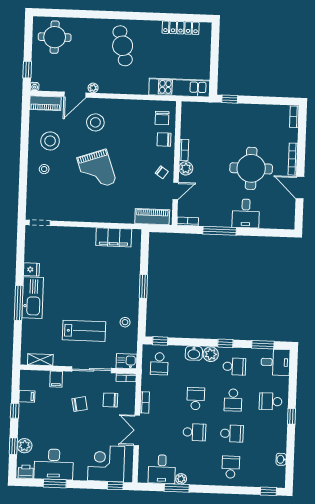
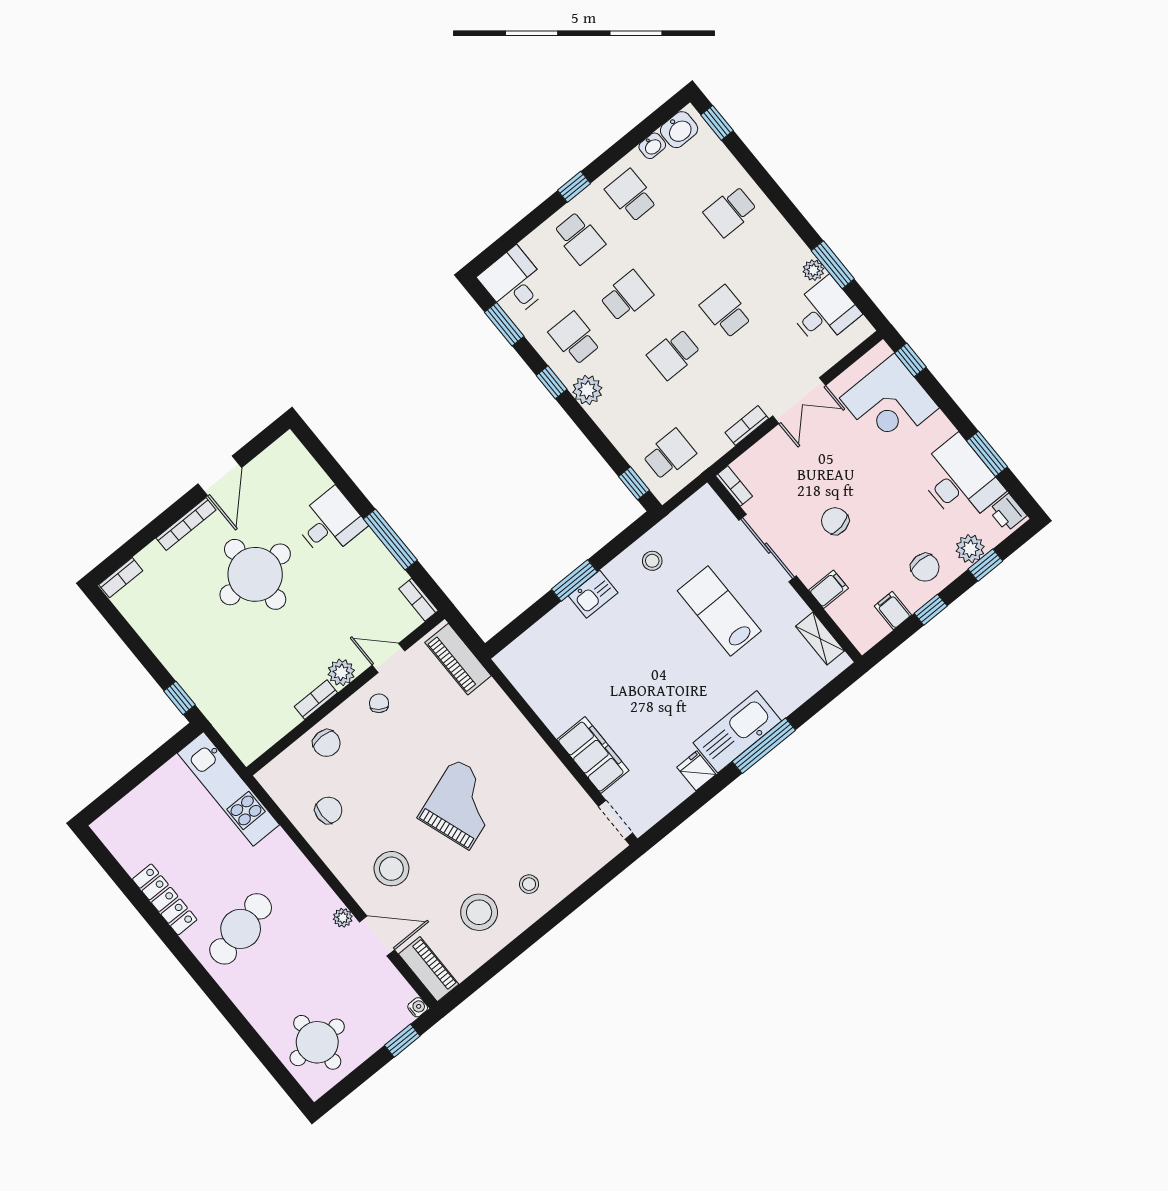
locker: (181, 28) -> (165, 899), moved
chair: (162, 118) -> (328, 810), moved
filing cabinet: (114, 237) -> (593, 755), moved
washbasin: (194, 353) -> (679, 130), moved, turned 90
kitchen sink: (127, 361) -> (593, 594), moved, turned -90
chair: (110, 400) -> (925, 567), moved
school desk: (232, 434) -> (631, 196), moved

